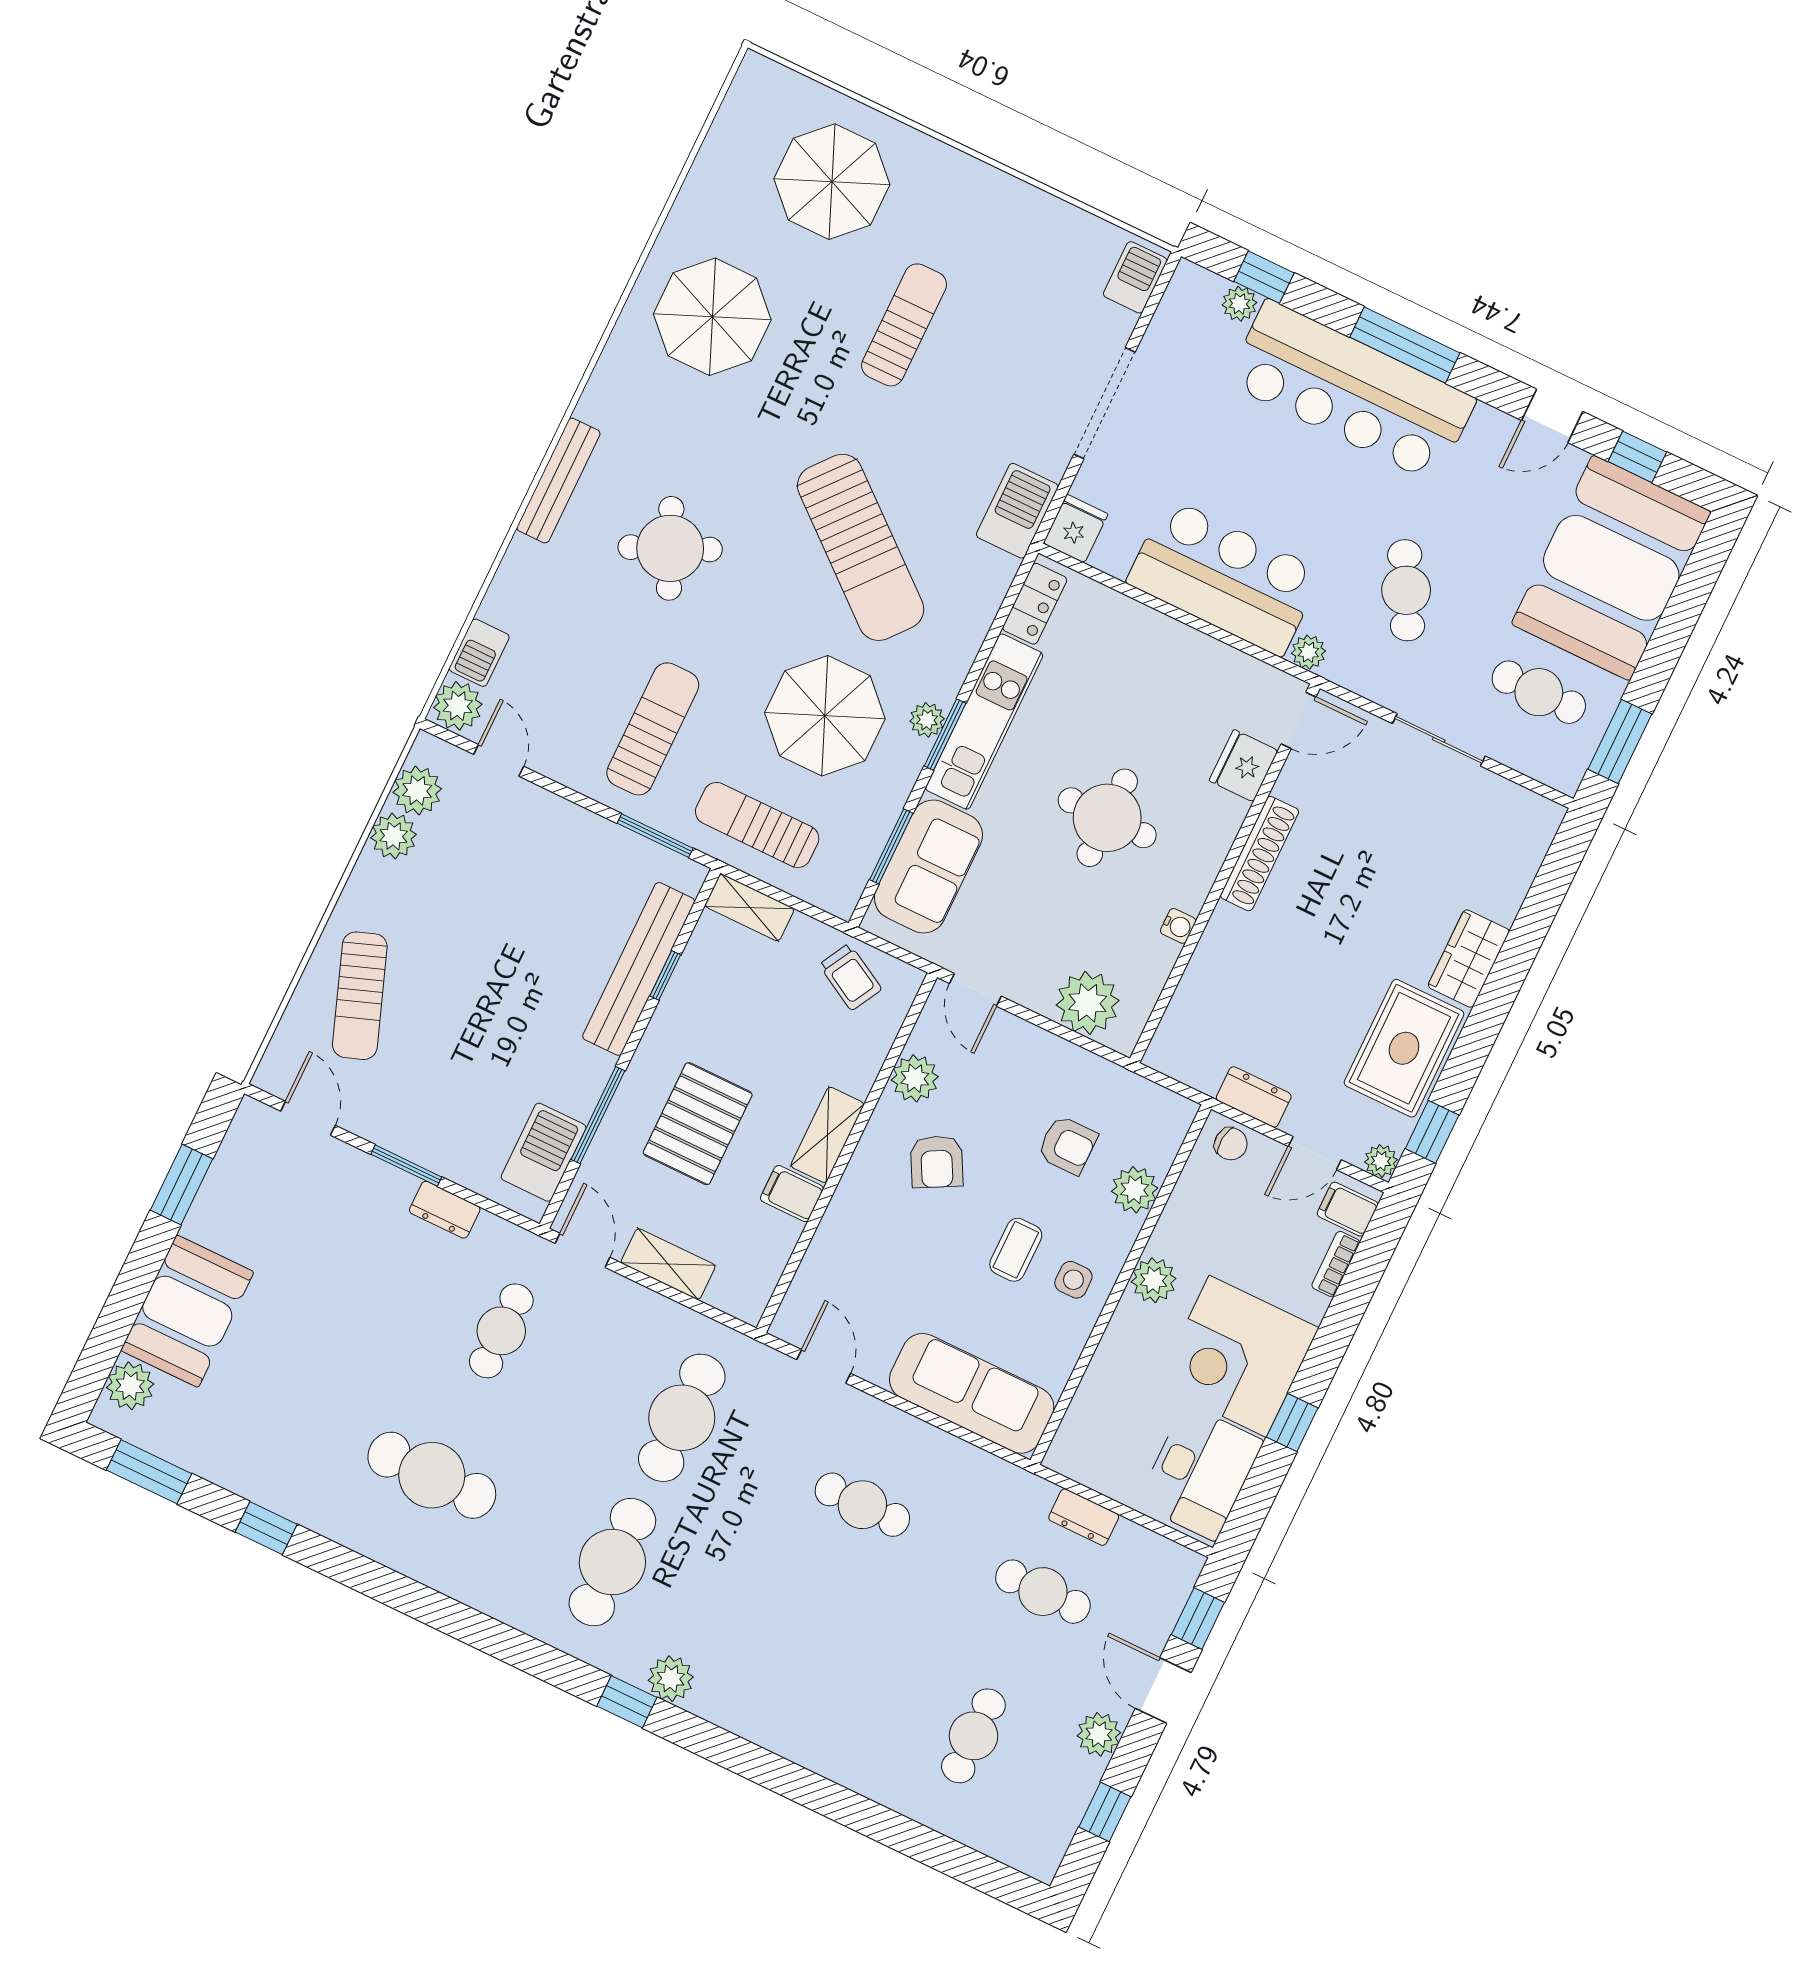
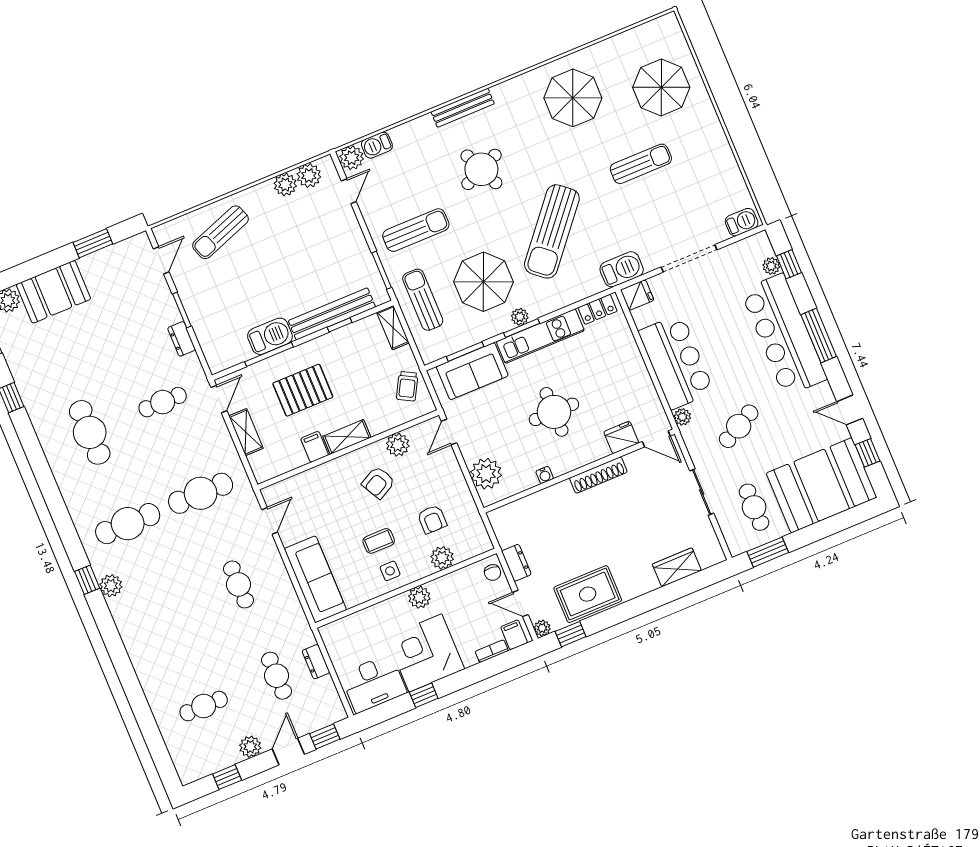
wardrobe: (1469, 959) -> (677, 567), moved
barbecue: (544, 1152) -> (270, 336), moved

